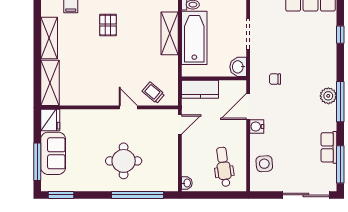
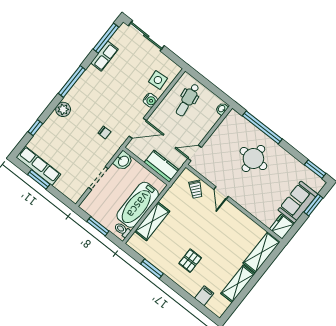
plant: (328, 96) -> (63, 109), moved
water cooler: (257, 127) -> (150, 100), moved
window: (37, 162) -> (313, 205), width x0.69

